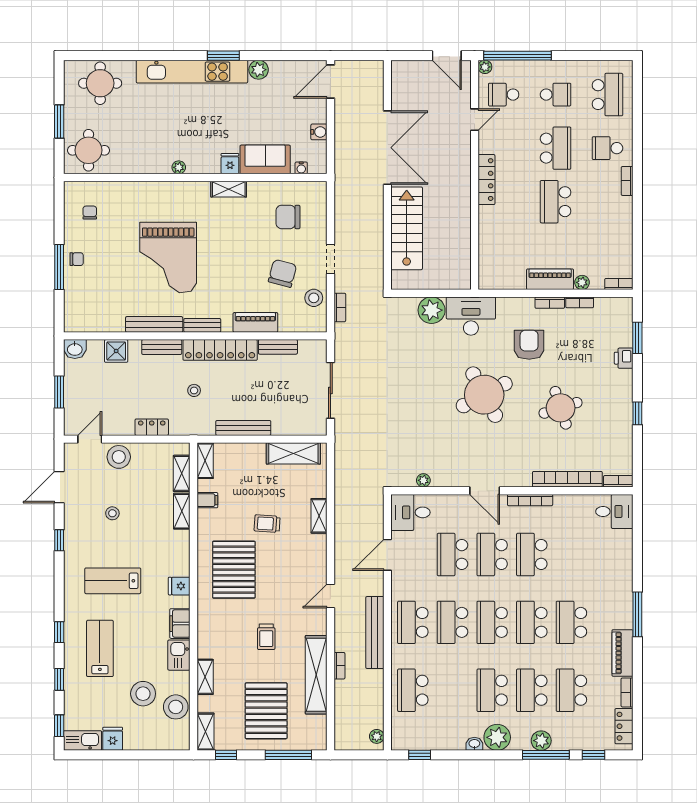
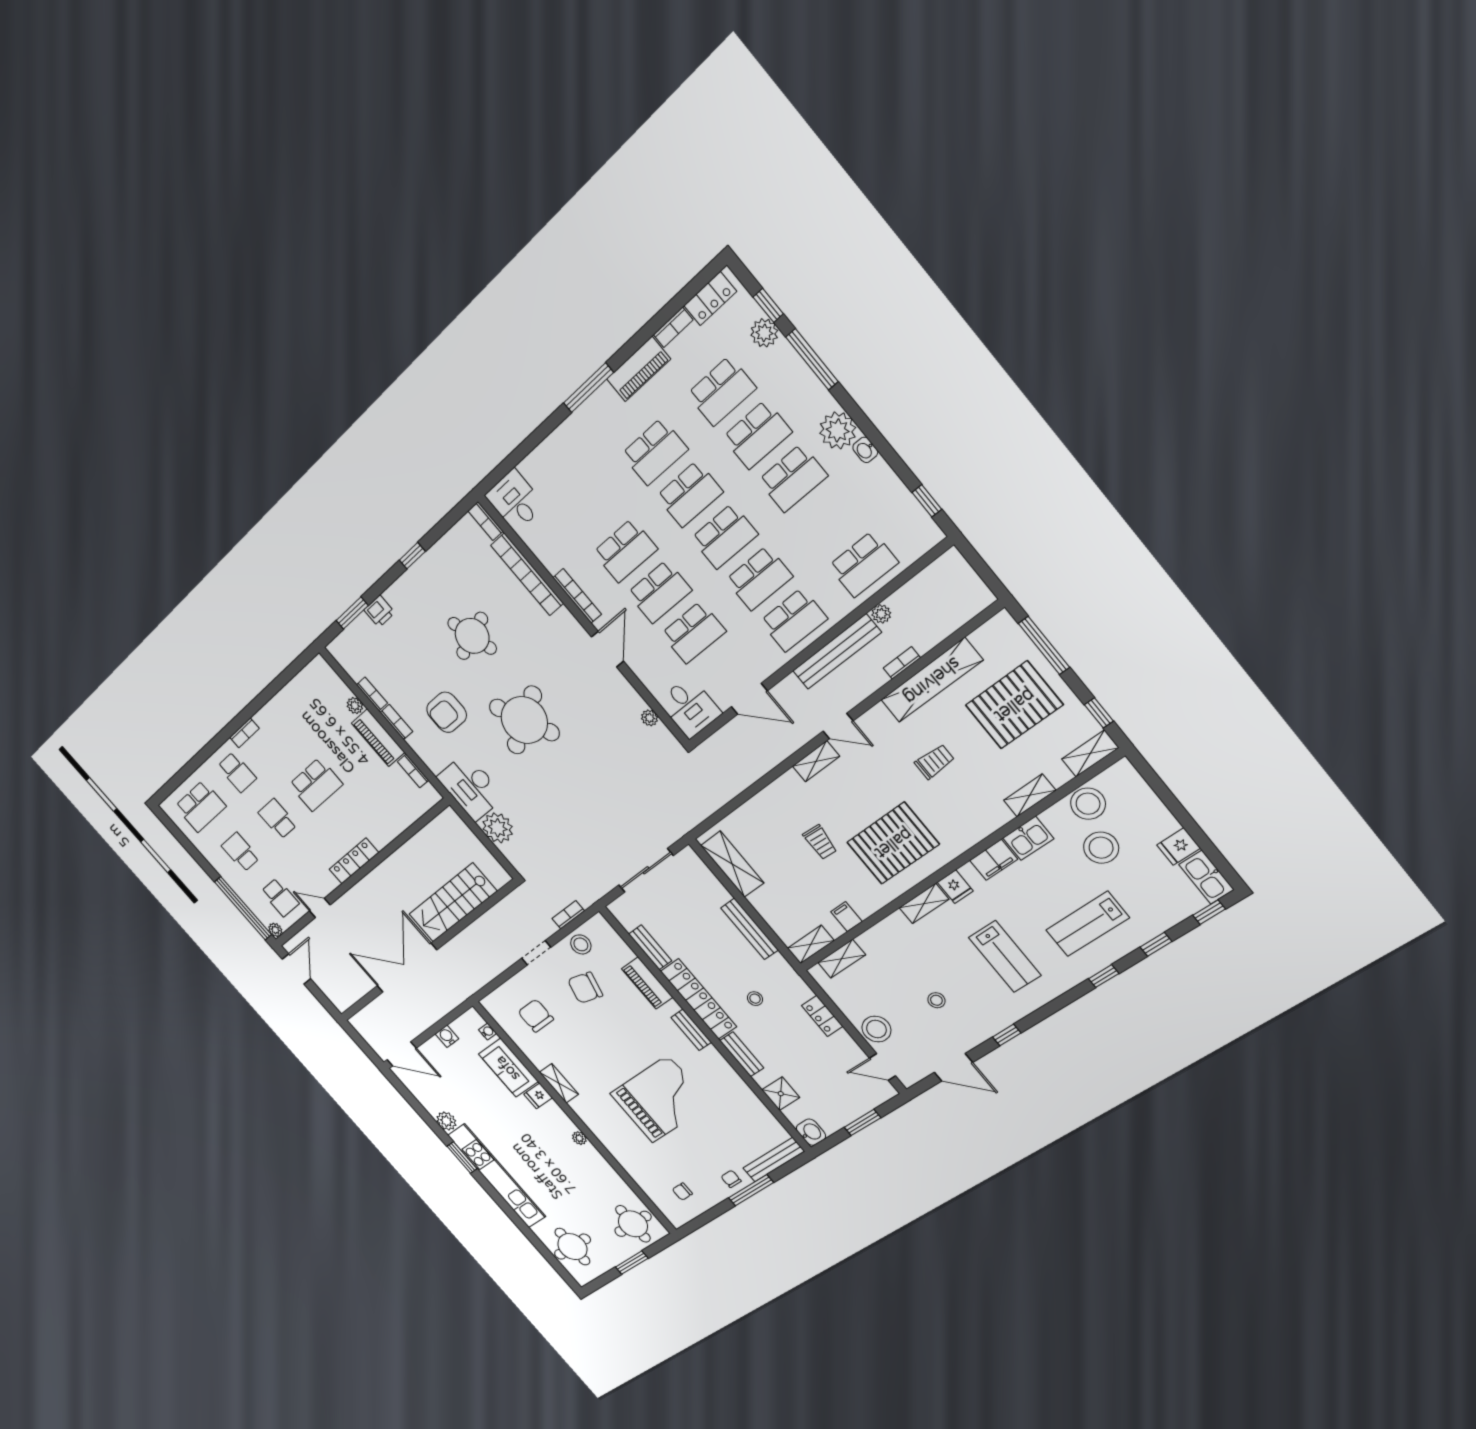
school desk: (607, 95) -> (200, 806), turned 180
school desk: (556, 148) -> (278, 819), width x0.54
chair: (288, 217) -> (536, 1016), turned 180
bookcase: (619, 284) -> (413, 771), moved
bench: (154, 324) -> (774, 1160), moved, turned 90
shelving: (182, 511) -> (924, 903), moved
shelving: (319, 516) -> (816, 761), moved
plant: (377, 736) -> (881, 614), moved
plant: (541, 741) -> (764, 333), moved

